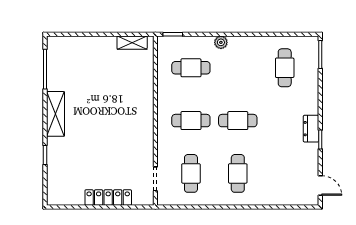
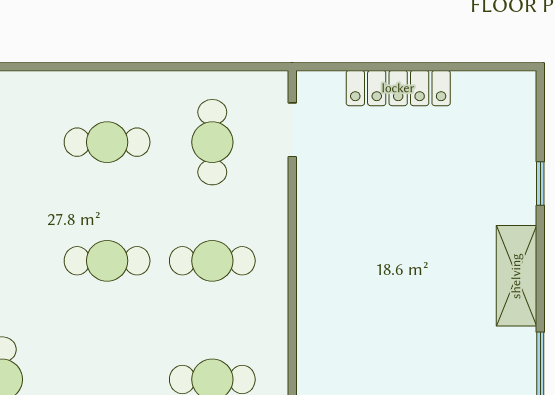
cafe table: (238, 173) -> (107, 142), turned 90

